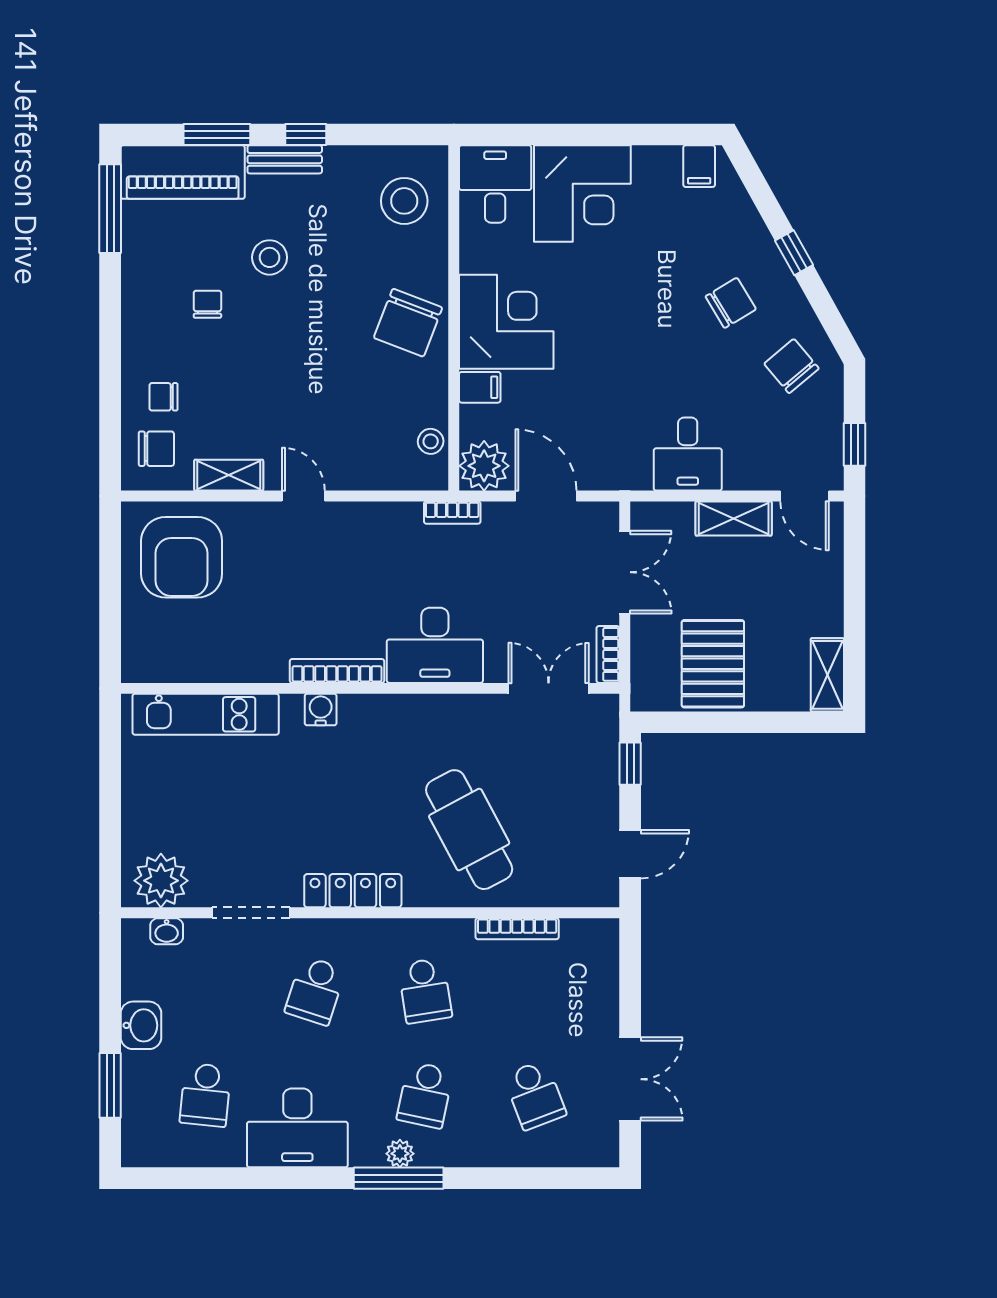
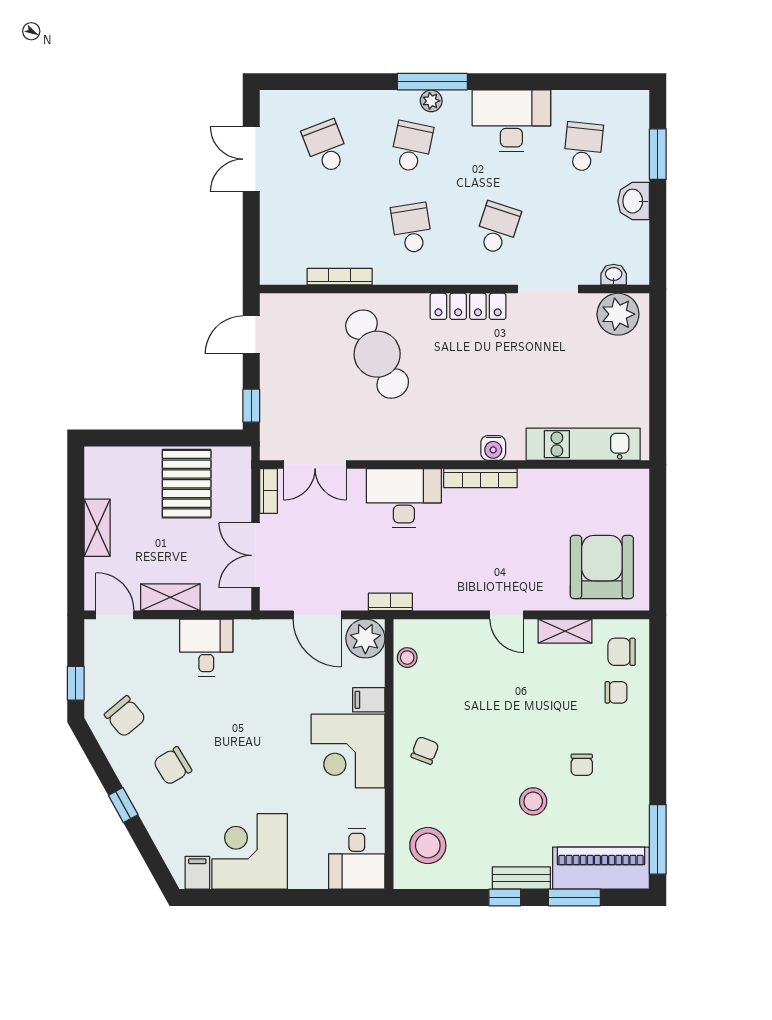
corner desk: (582, 193) -> (250, 851), moved
chair: (408, 323) -> (425, 750), width x0.54, depth x0.54
window: (855, 444) -> (76, 683), moved
shelving: (827, 675) -> (97, 528), moved

